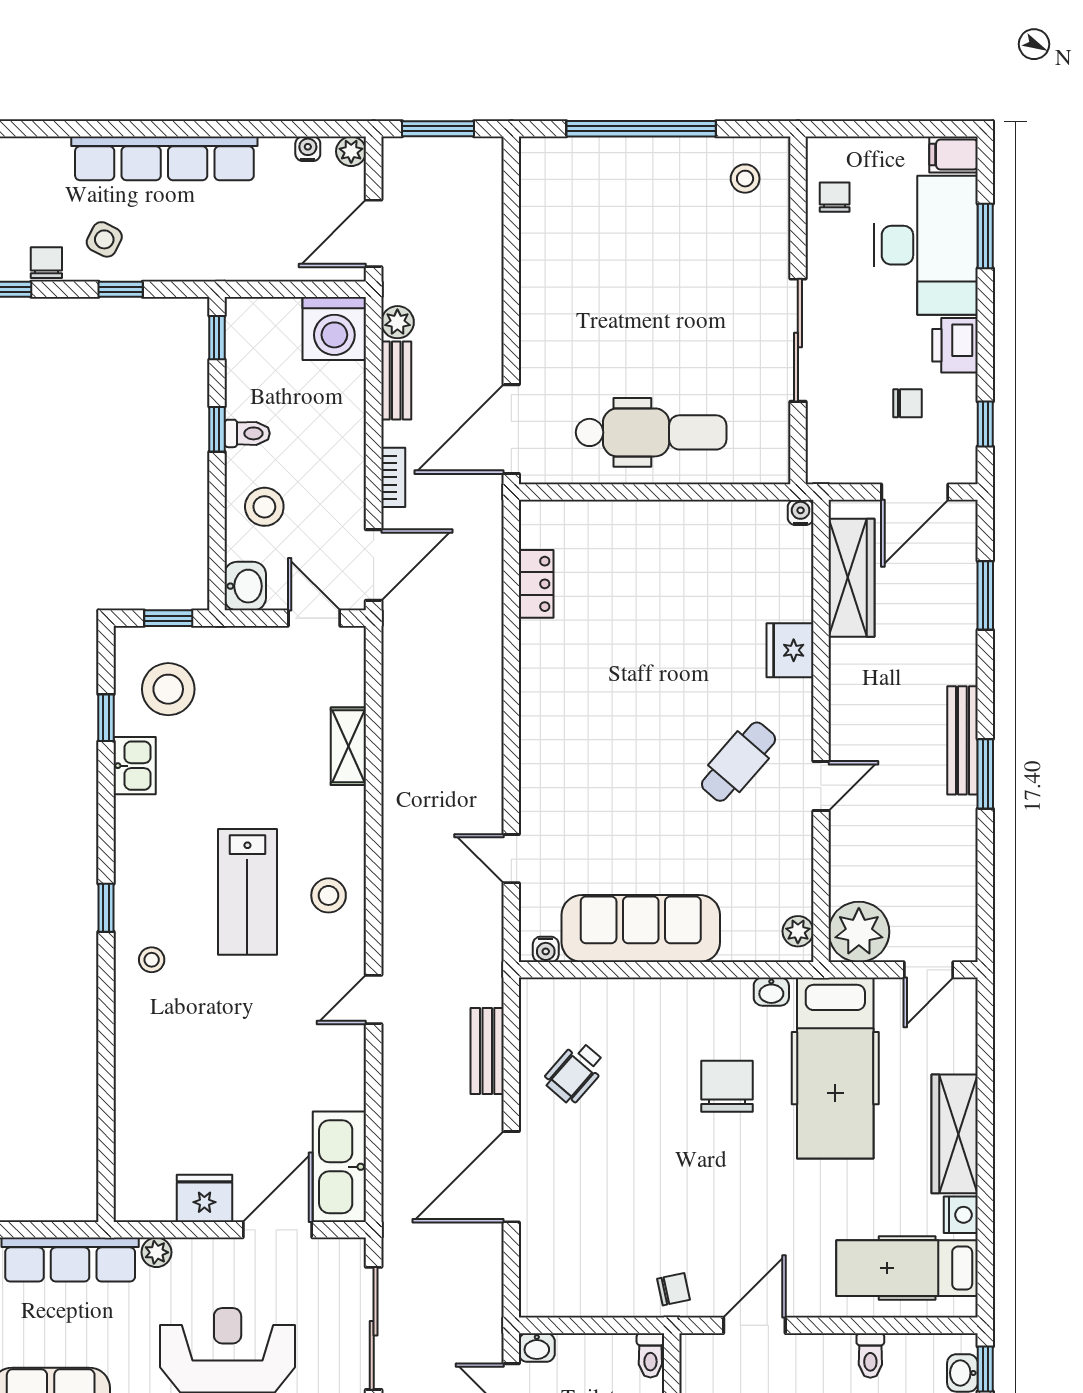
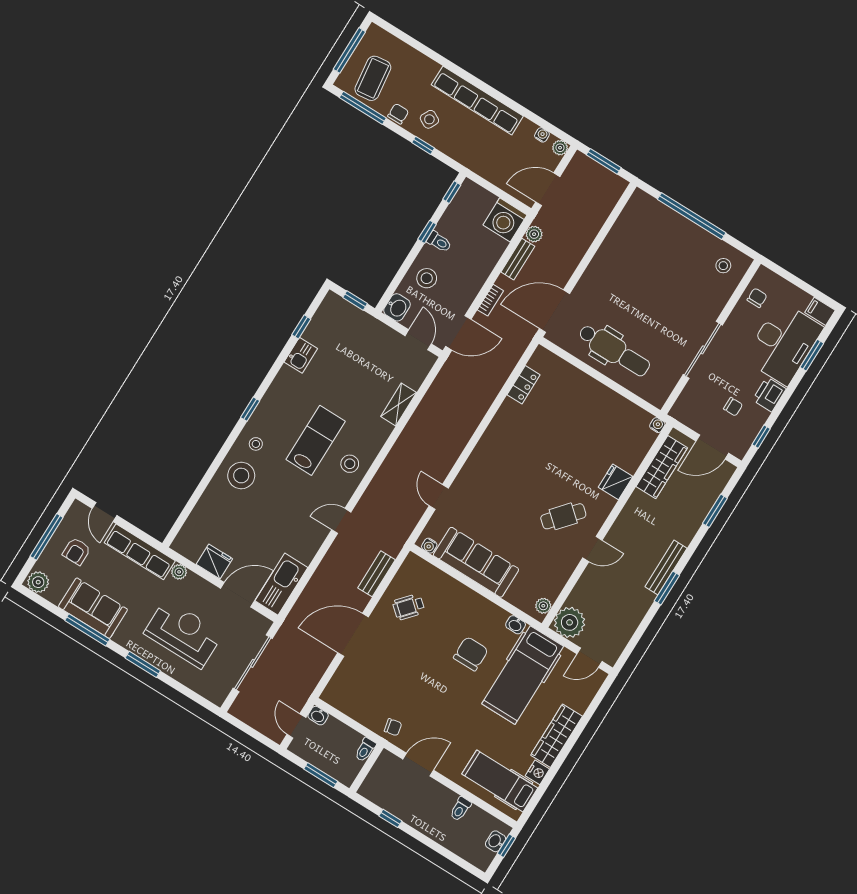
stool: (168, 689) -> (241, 476), moved
lab bench: (247, 892) -> (316, 440), turned 180

